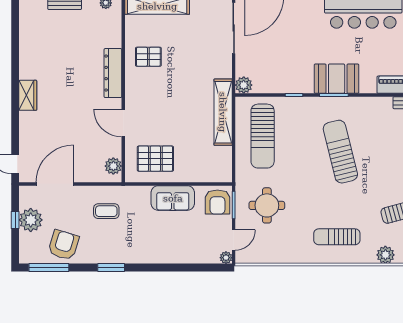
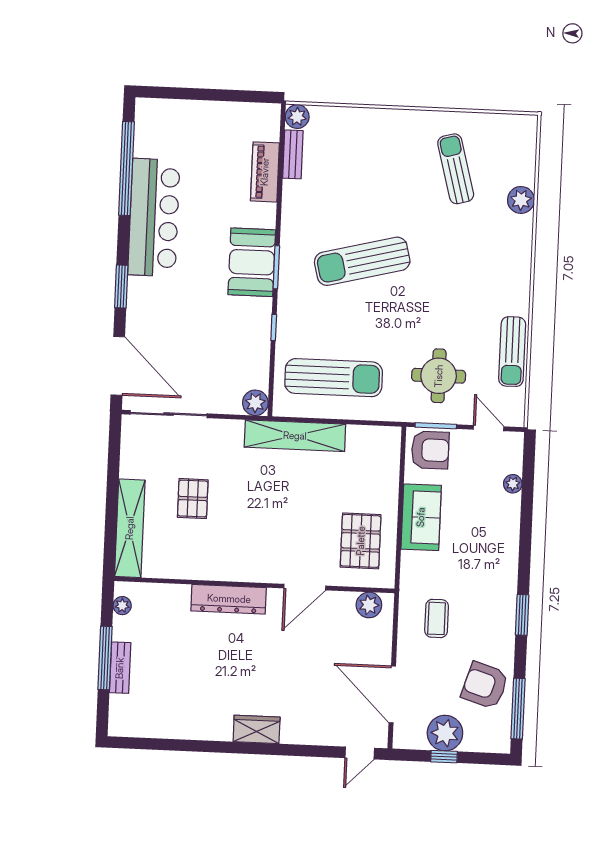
pallet: (148, 57) -> (193, 499), moved
sun lounger: (337, 237) -> (512, 352), moved
plant: (226, 258) -> (513, 484), moved

